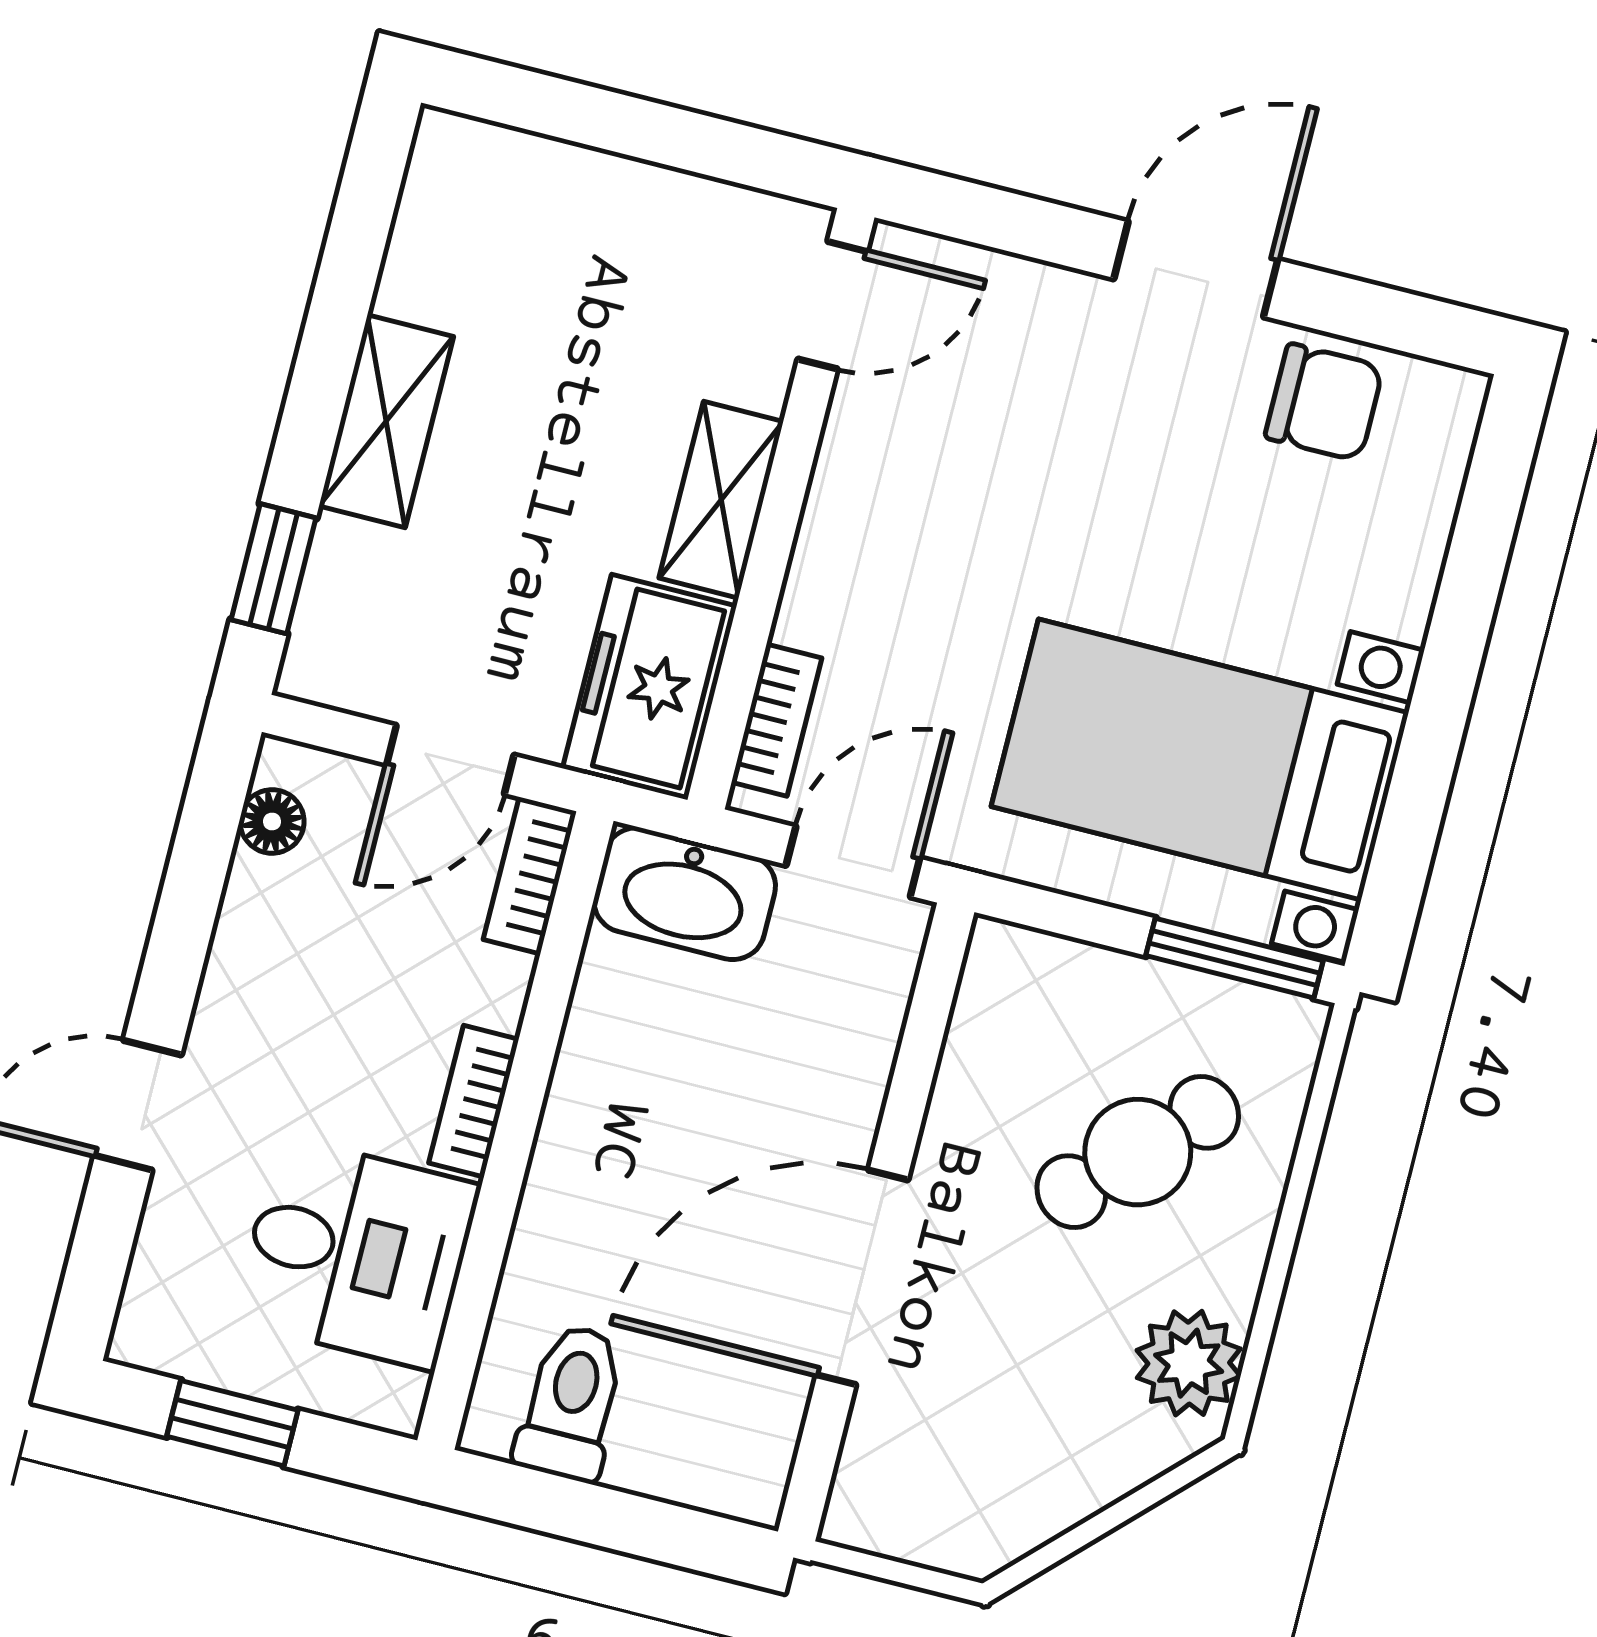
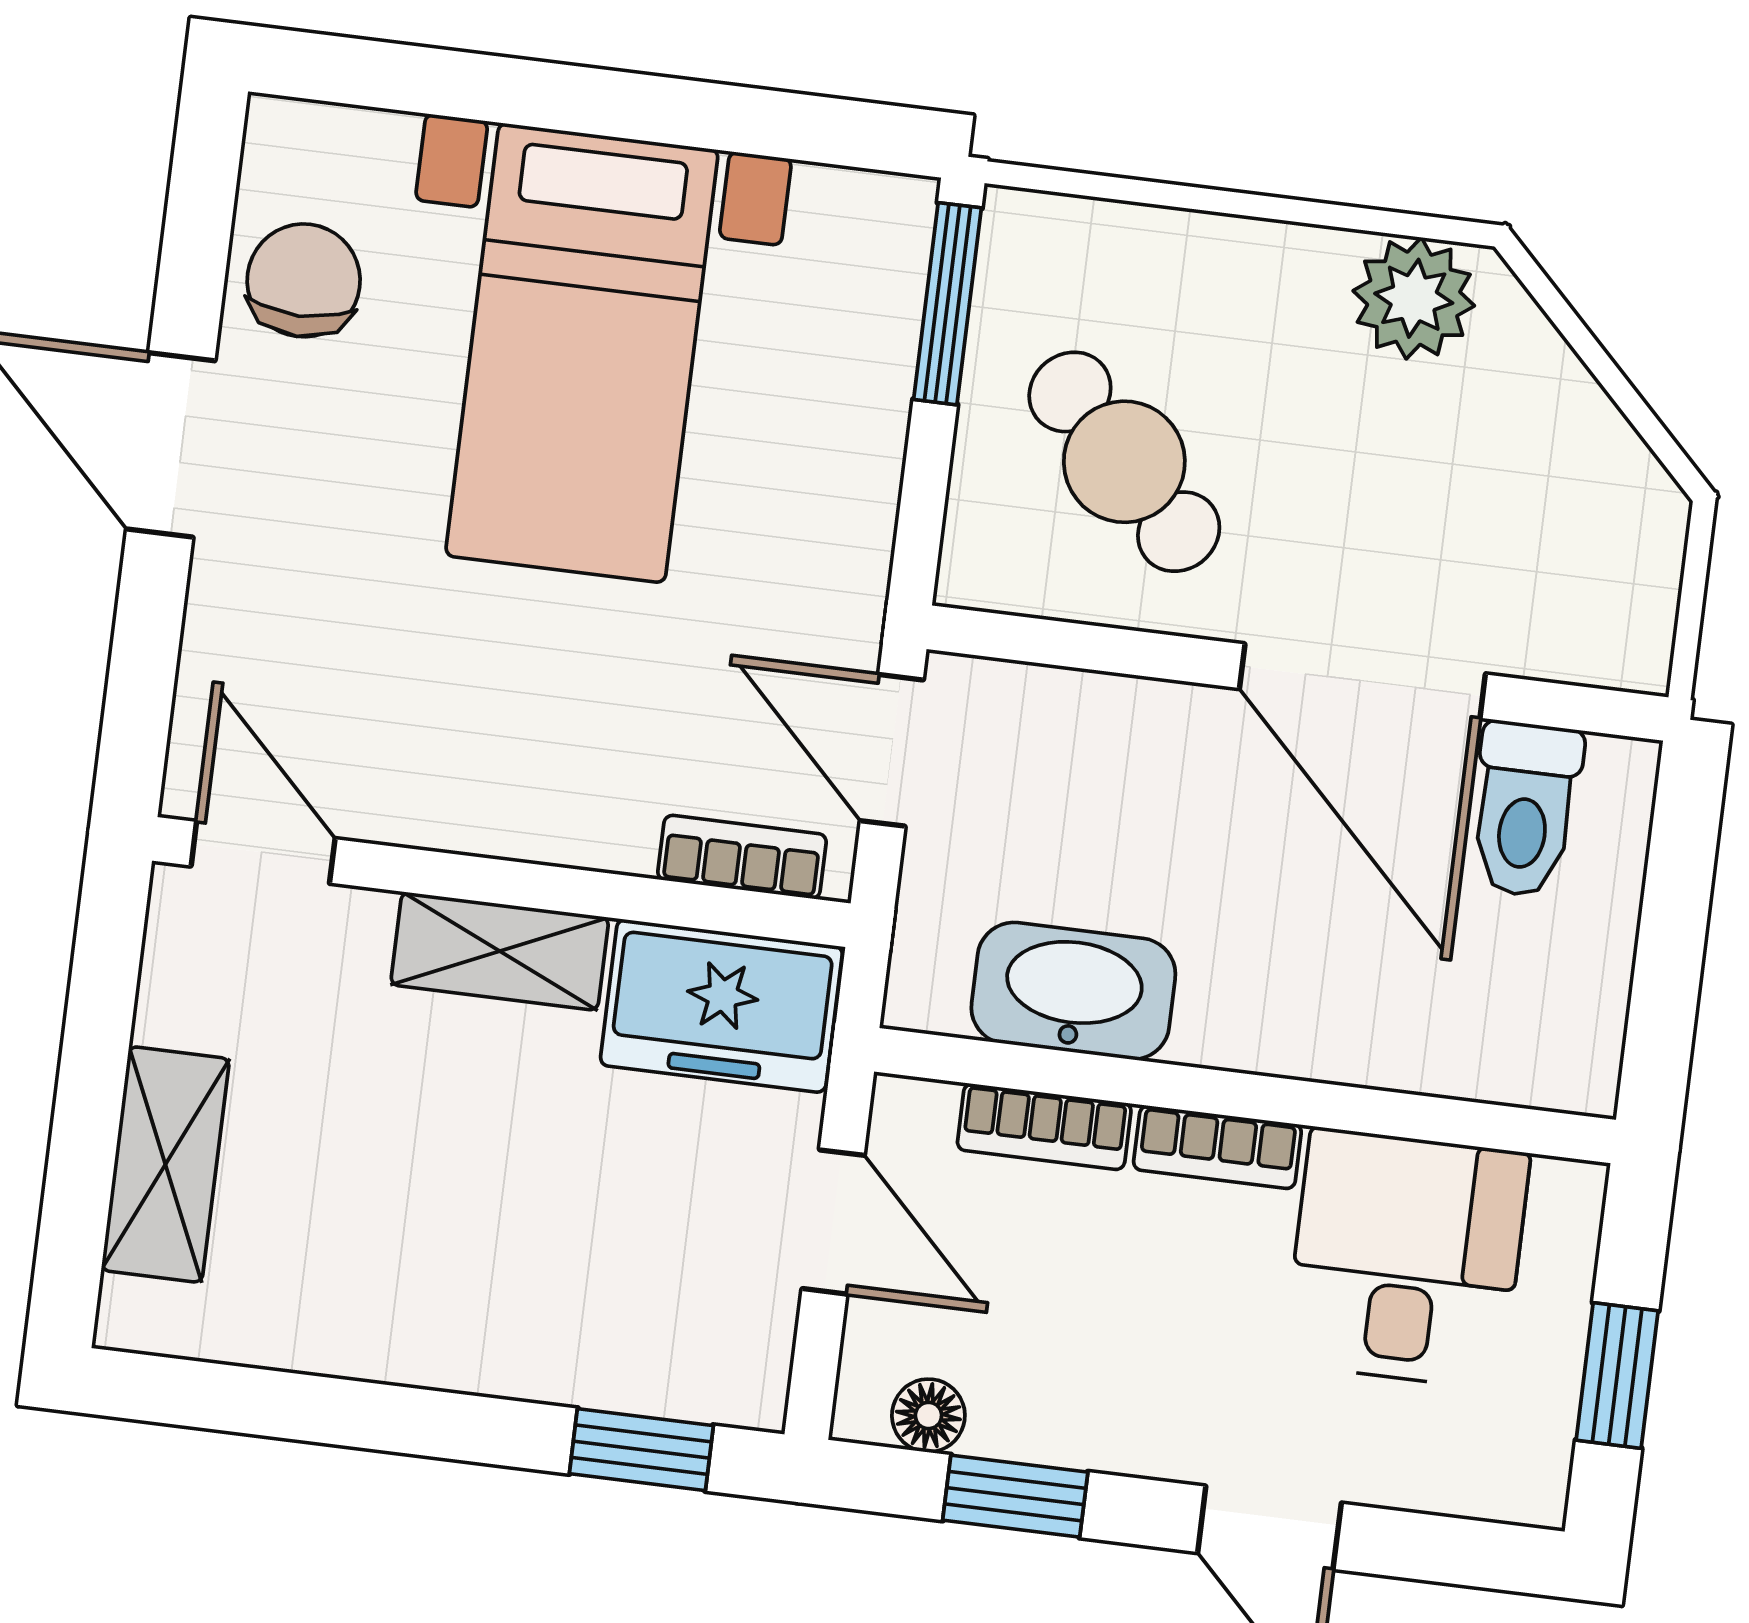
shelving: (386, 421) -> (165, 1164), moved, turned 90
bed with nightstands: (1200, 760) -> (582, 353), moved
bookcase: (530, 876) -> (1044, 1127), moved
window: (193, 888) -> (1015, 1496), added
washbasin: (685, 894) -> (1073, 991), moved, turned -90
cafe table: (1138, 1152) -> (1124, 462), moved
toilet: (571, 1403) -> (1525, 809), moved, turned -90

